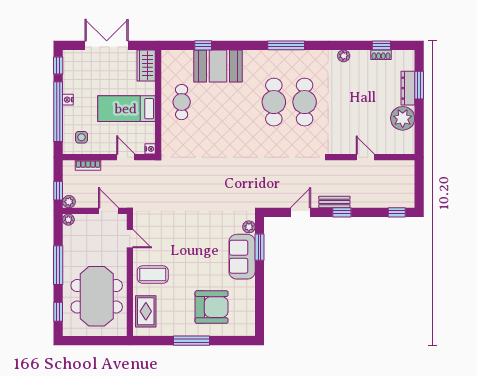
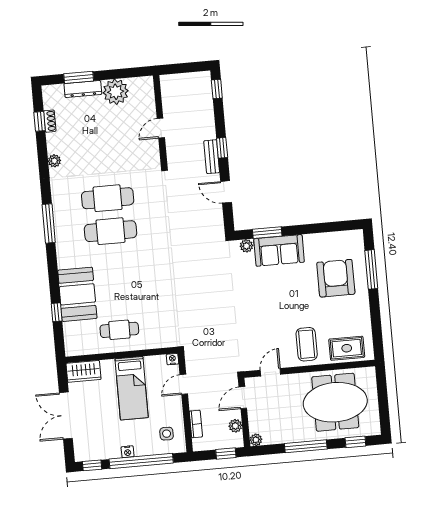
plant: (69, 202) -> (235, 426), moved
window: (191, 341) -> (371, 269), moved

